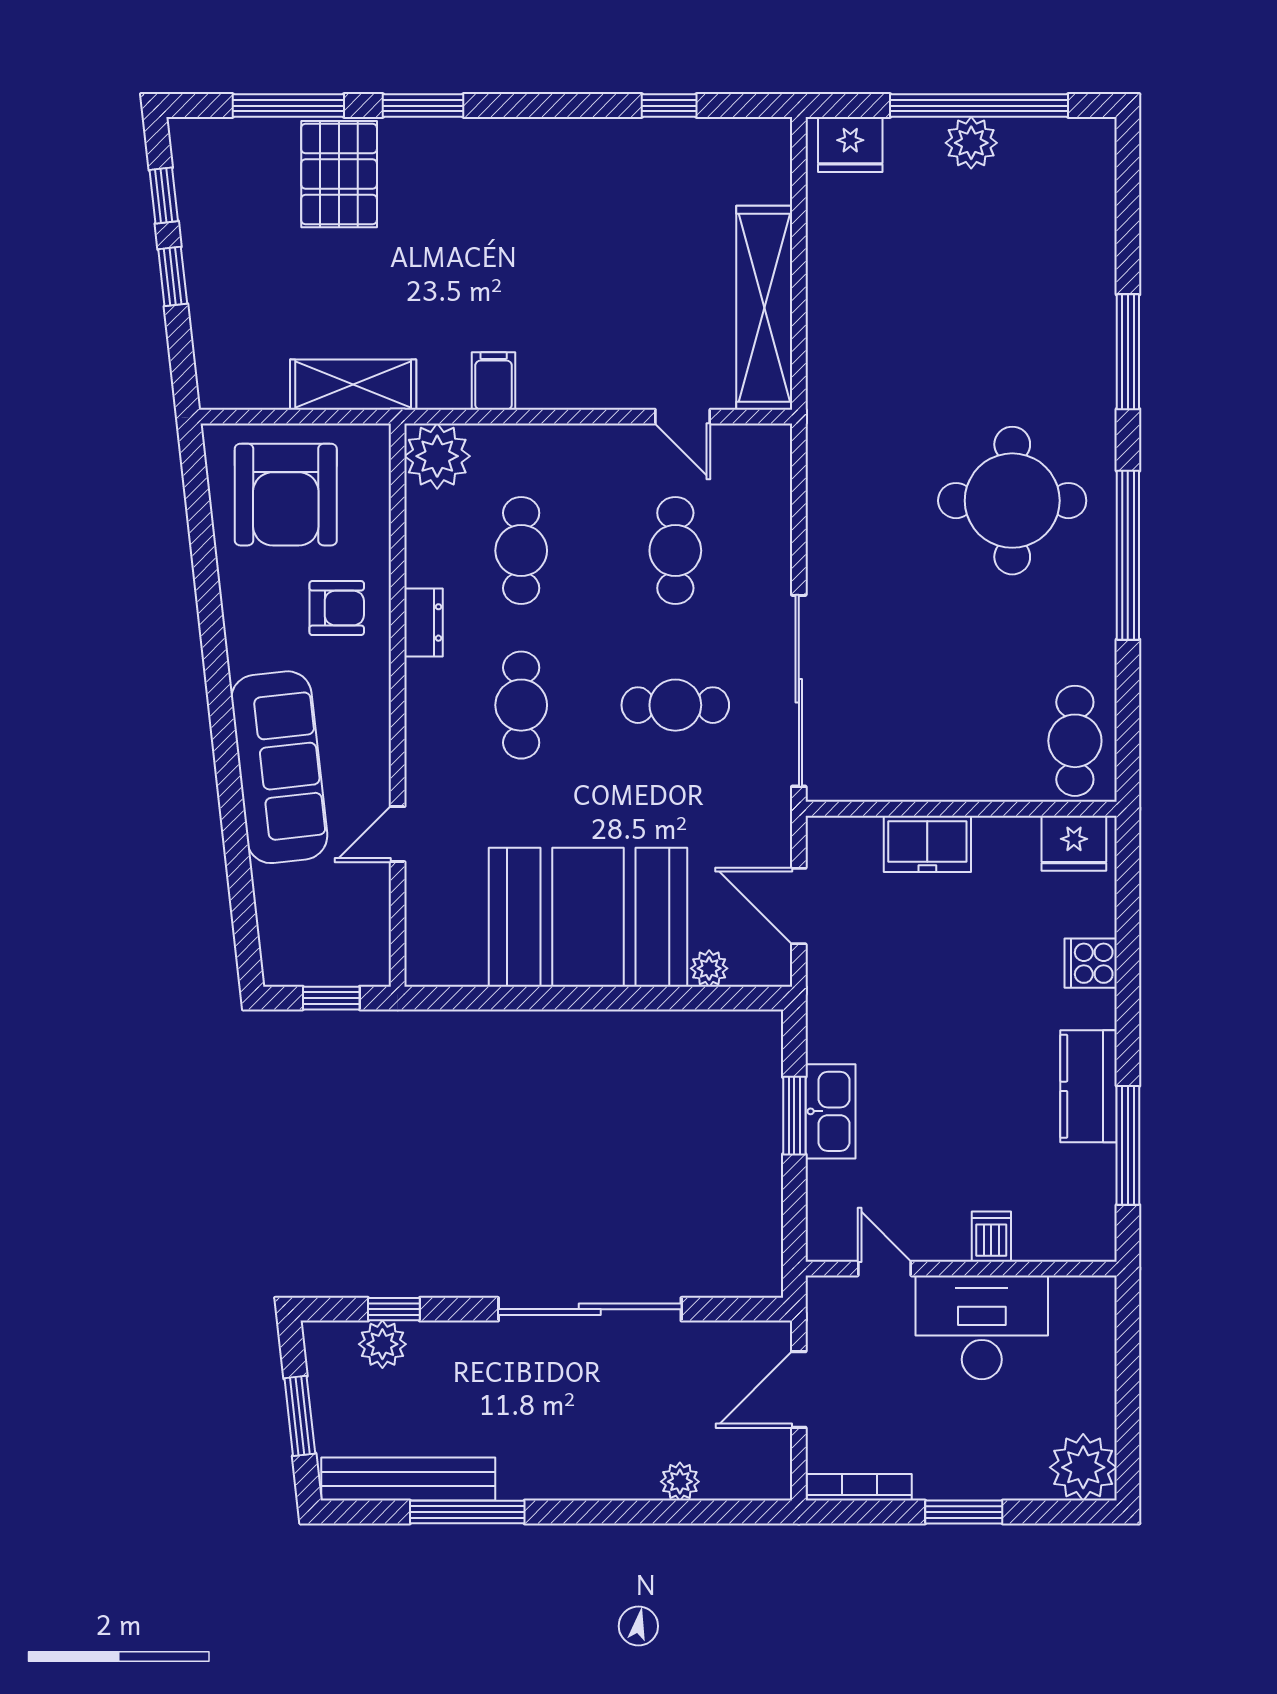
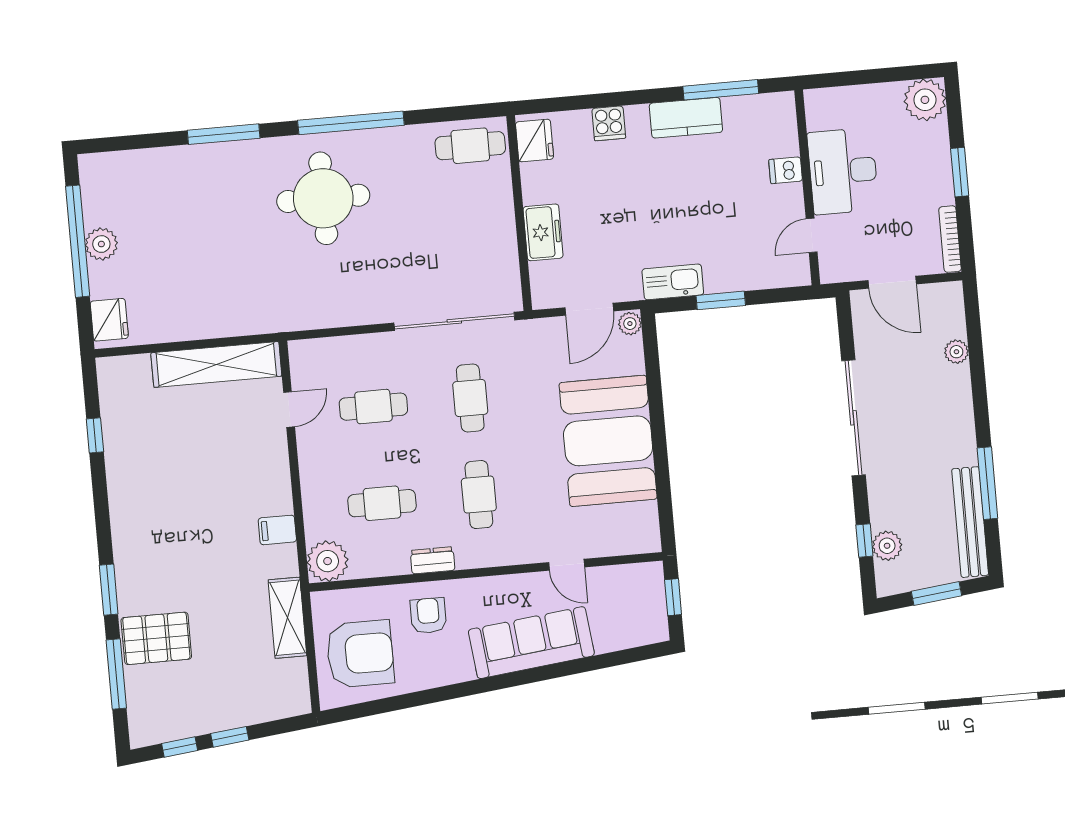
cafe table: (521, 705) -> (479, 495), turned 90
plant: (709, 968) -> (630, 324), moved
kitchen sink: (831, 1111) -> (673, 282), moved

